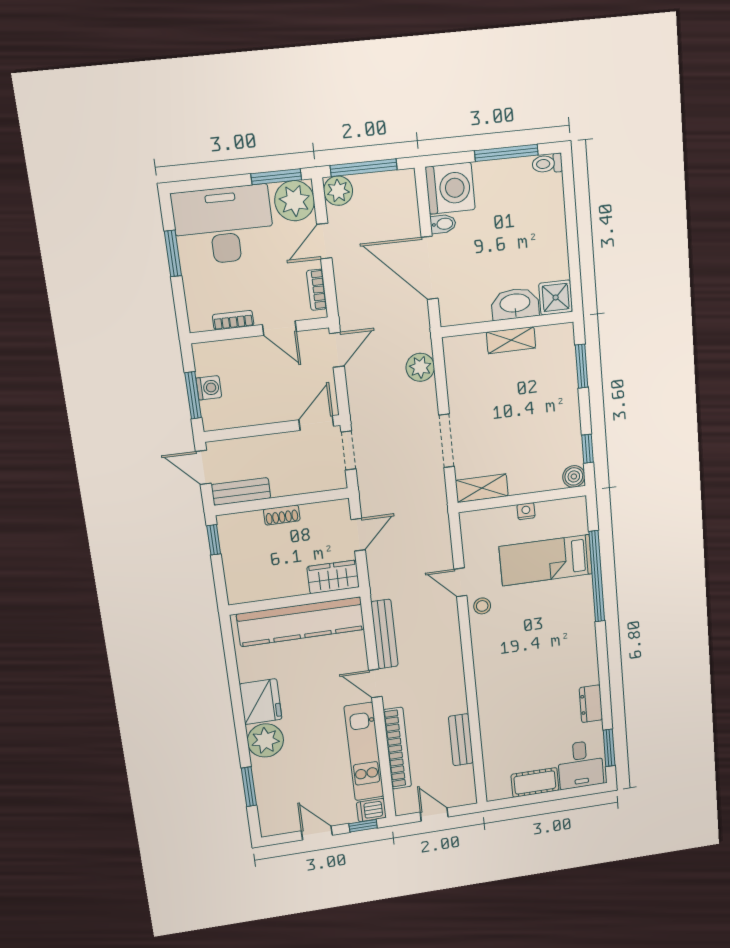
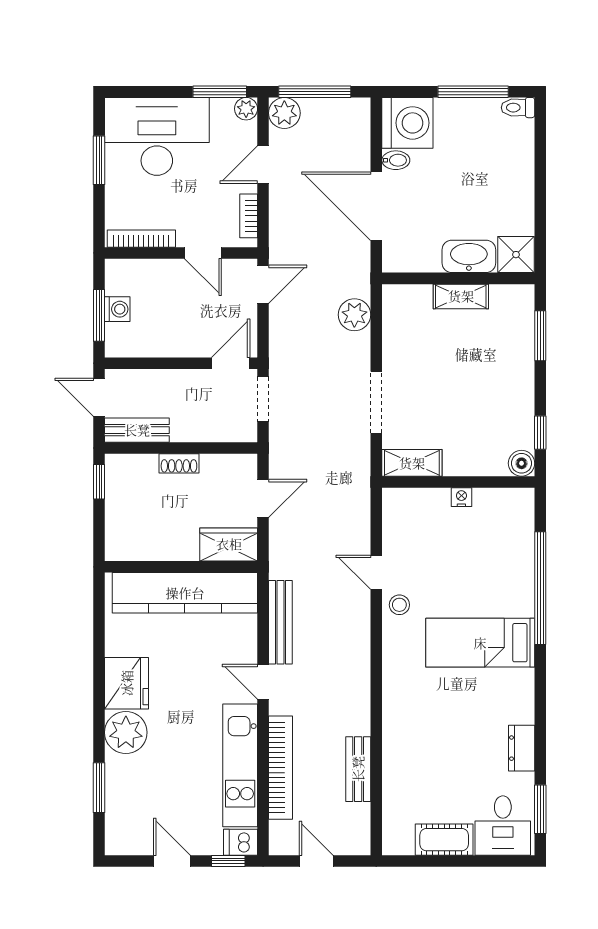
plant: (295, 201) -> (246, 109), width x0.53, depth x0.53
bookcase: (233, 320) -> (141, 239), width x1.56
bed: (546, 560) -> (480, 643), moved

